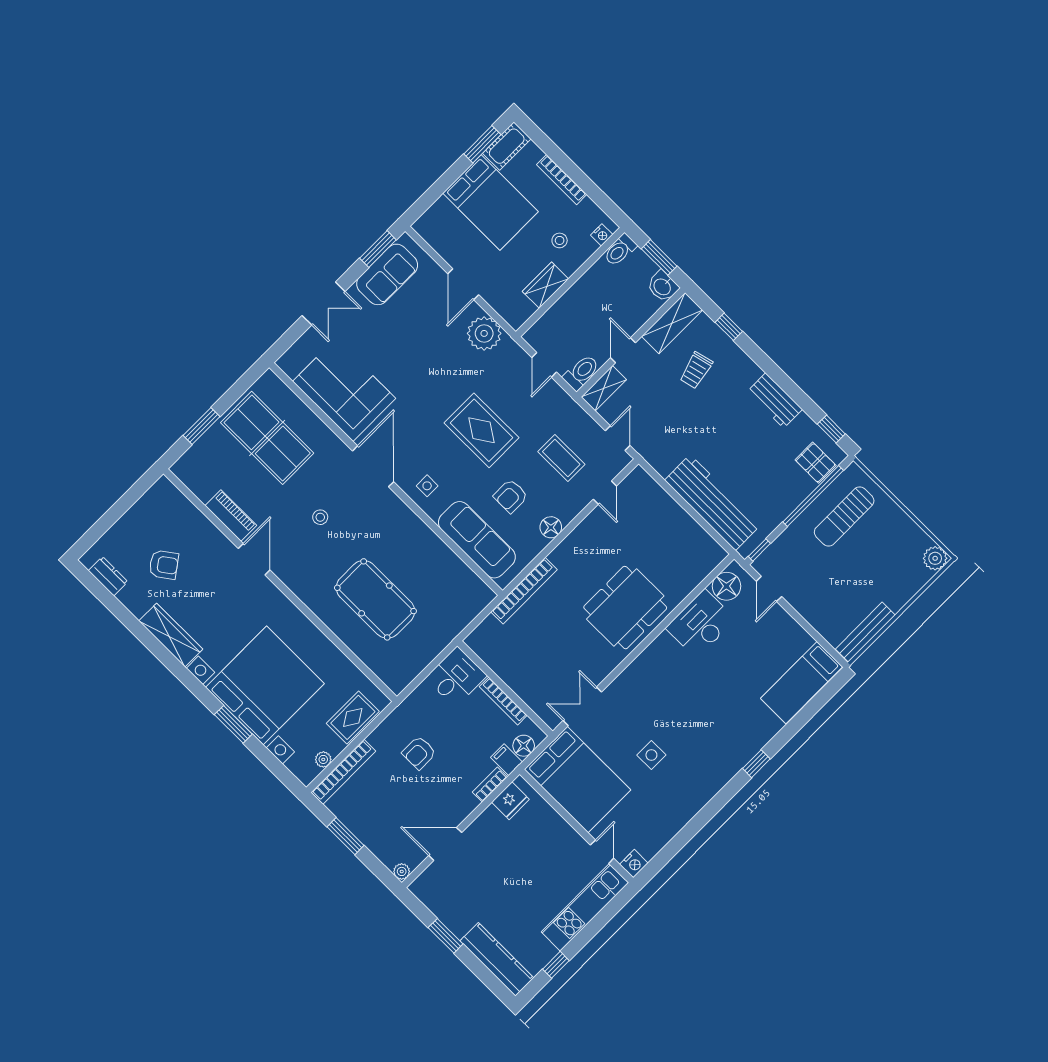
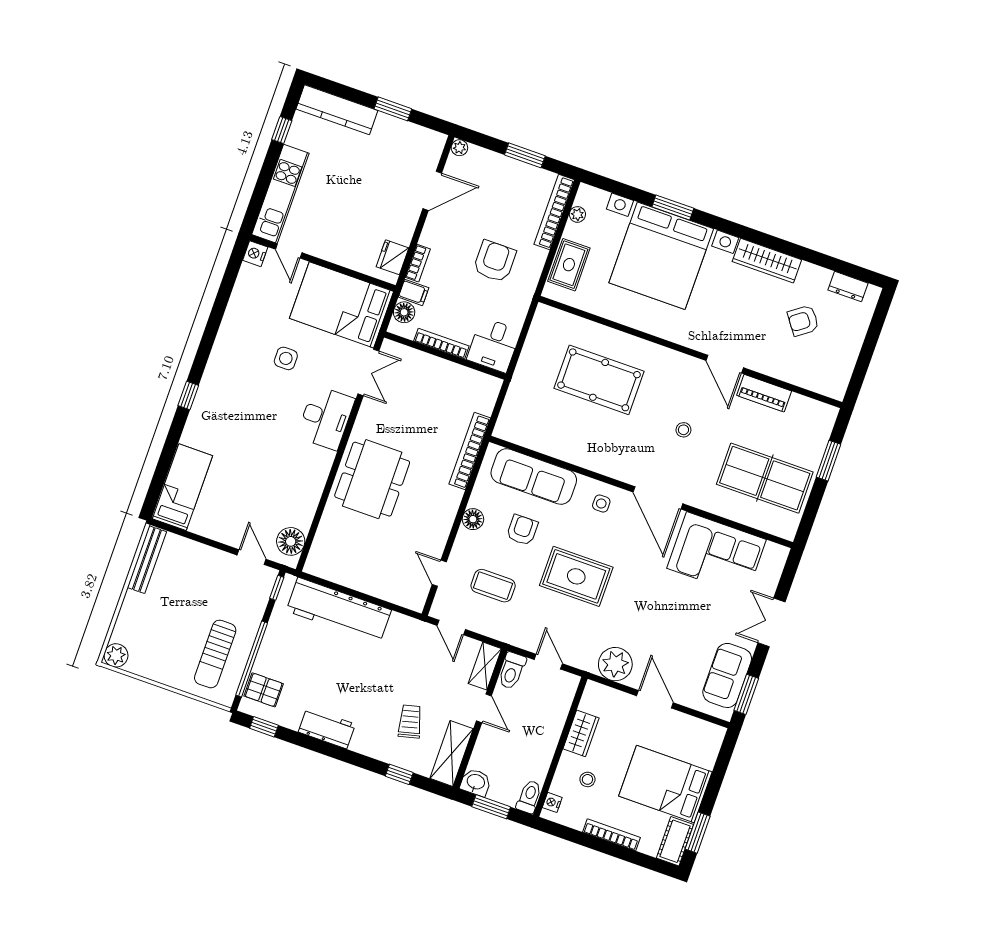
sun lounger: (844, 516) -> (215, 654), turned 180
desk: (701, 624) -> (326, 418), moved
armchair: (419, 753) -> (495, 261), width x1.38, depth x1.38

